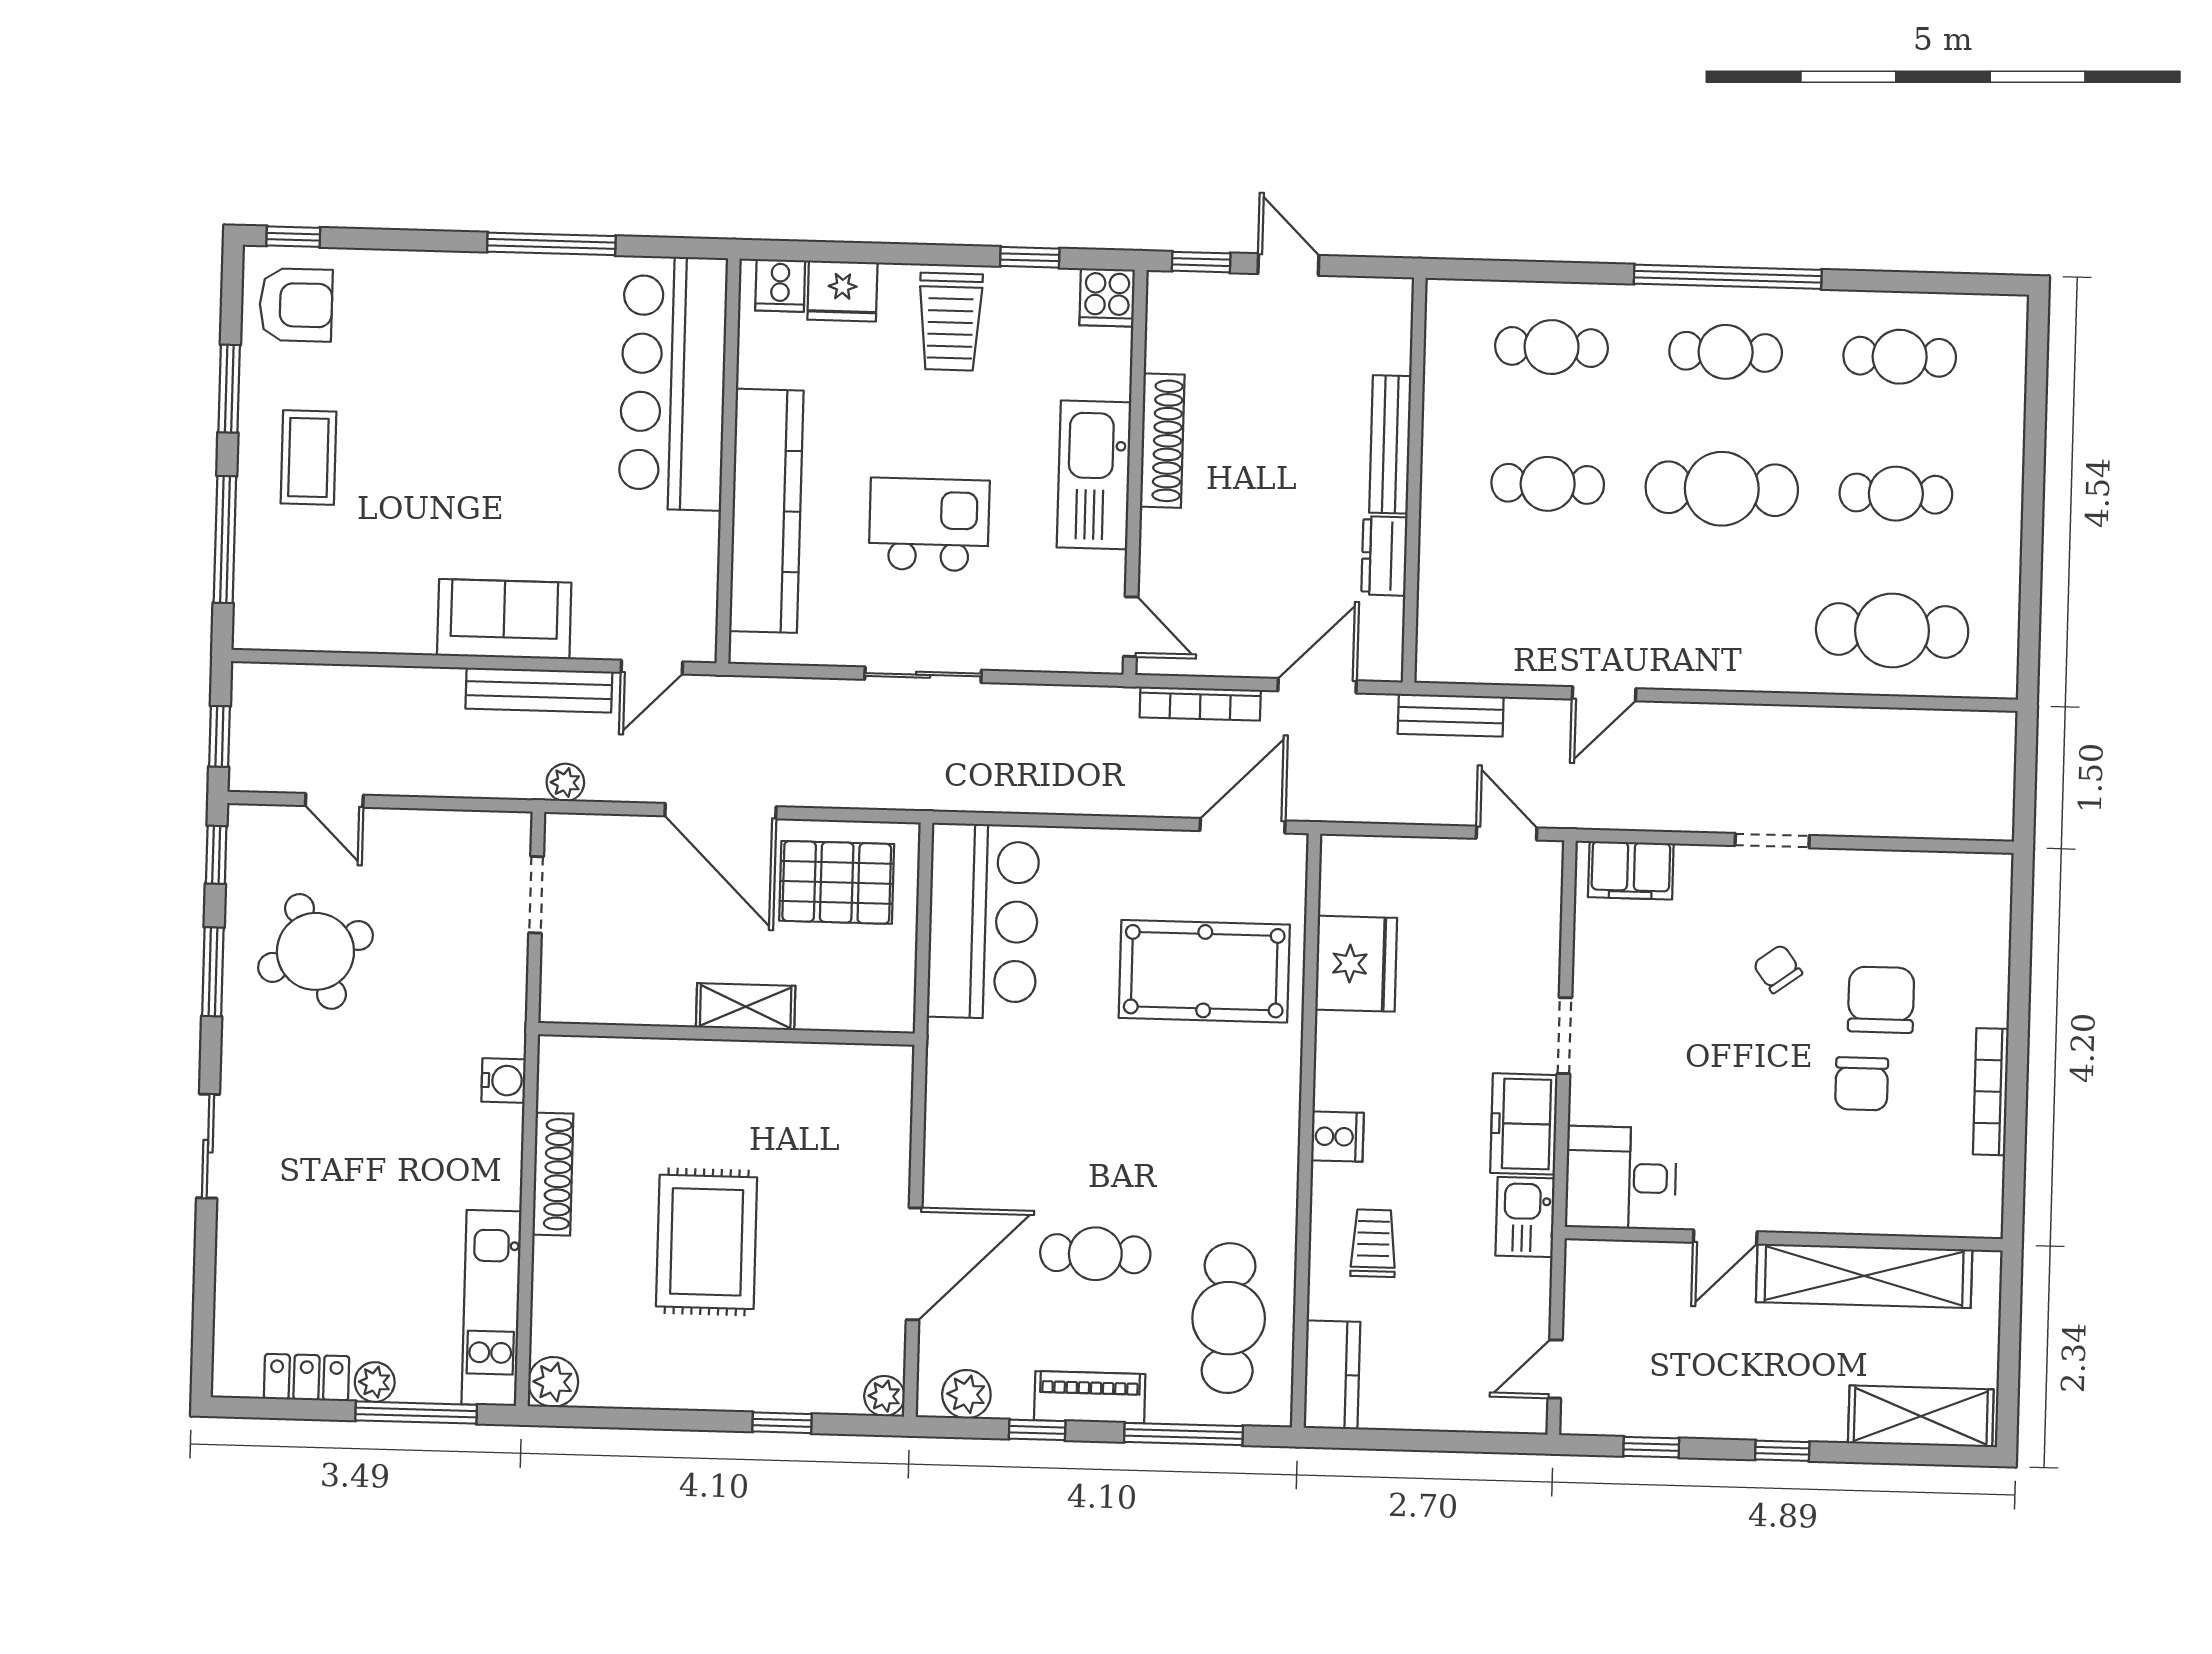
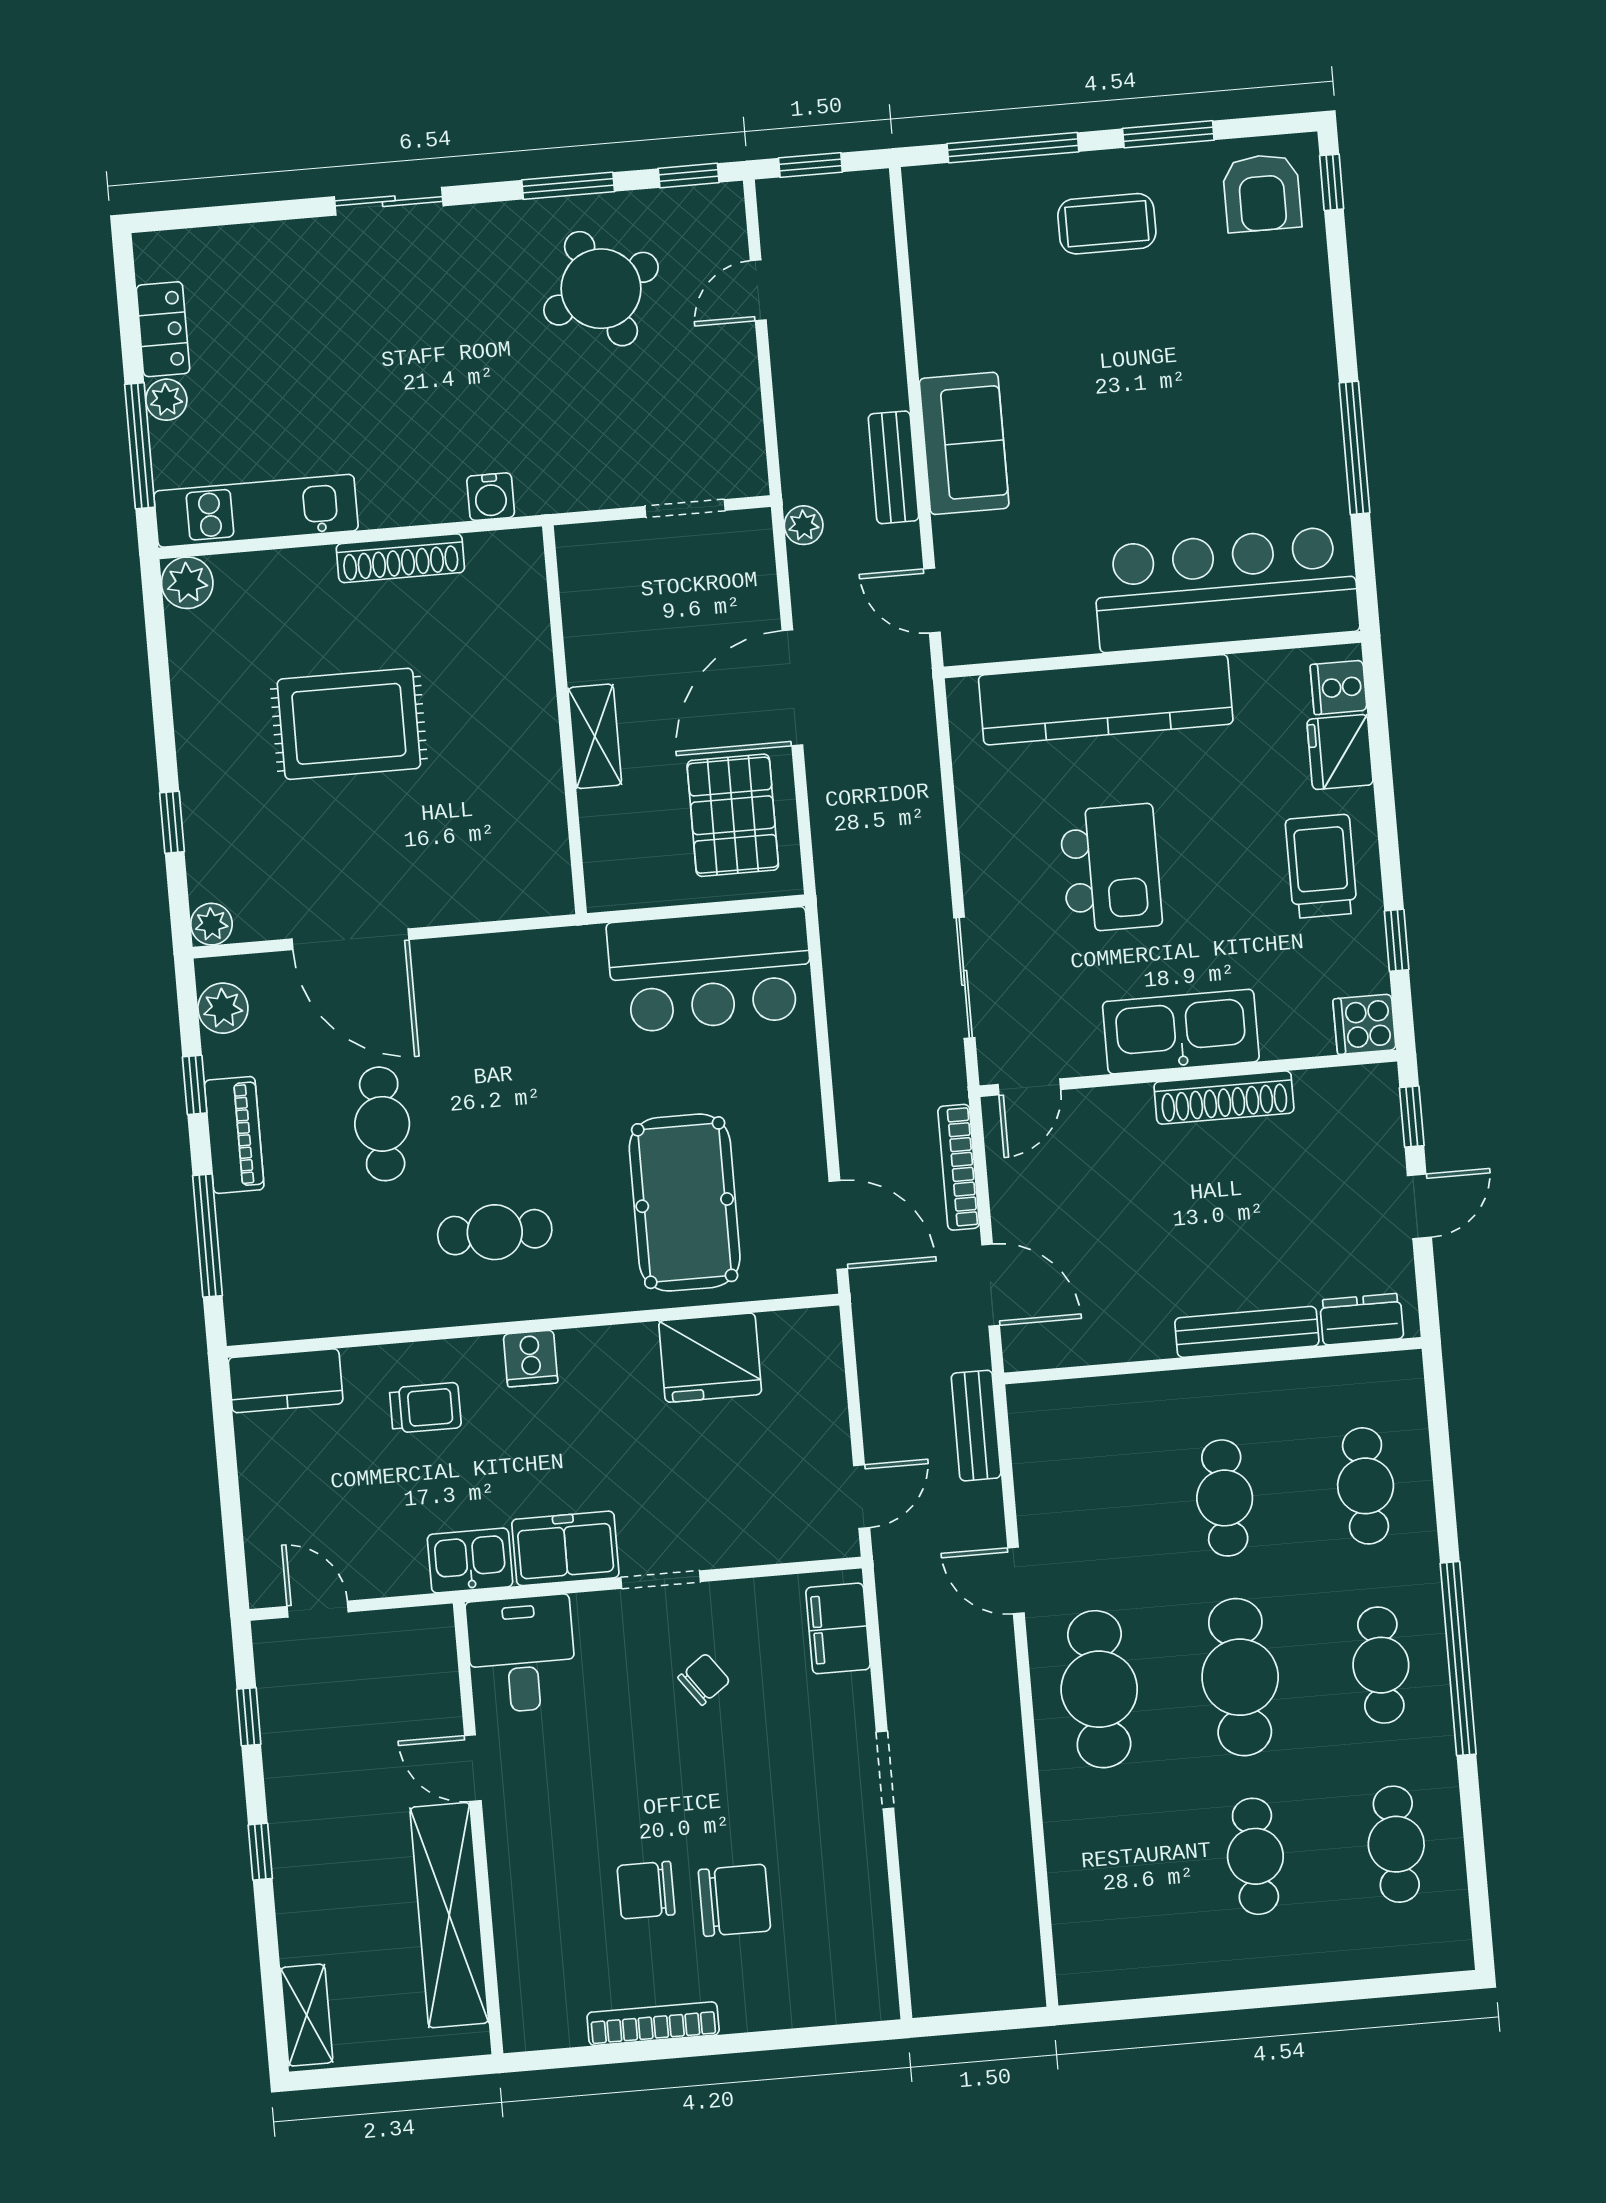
trolley: (950, 322) -> (1321, 866), turned 90
dresser: (1384, 556) -> (1362, 1319), moved
cafe table: (1892, 630) -> (1099, 1689), moved
sliding door: (923, 675) -> (964, 978), moved
bench: (539, 690) -> (893, 467), width x0.73
chair: (1778, 969) -> (704, 1679), moved
cafe table: (1229, 1318) -> (495, 1232), moved, width x0.73, depth x0.74
shelving: (1921, 1416) -> (307, 2015), width x0.67, depth x0.75

